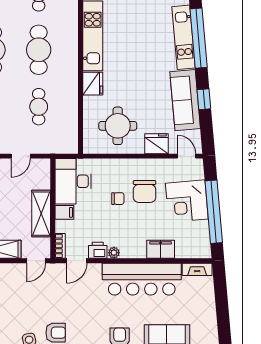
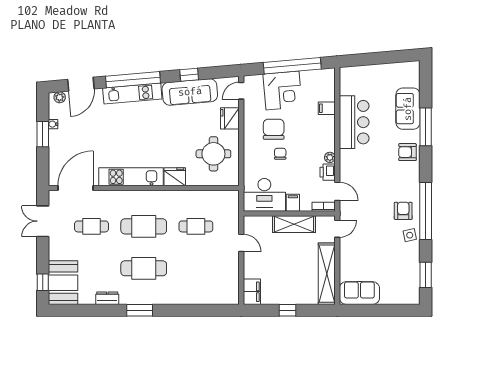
chair: (145, 191) -> (274, 129), turned -90
filing cabinet: (161, 249) -> (327, 108), width x0.50
door: (36, 261) -> (337, 229), hinge flipped
fireplace: (197, 269) -> (345, 81), removed
bar counter: (142, 279) -> (354, 122), width x0.73

